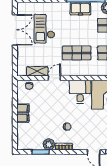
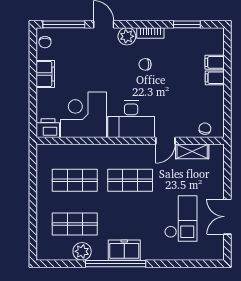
double door: (15, 30) -> (227, 217), width x0.73
desk: (80, 92) -> (131, 119), width x1.37
filing cabinet: (23, 108) -> (215, 62), moved
plant: (49, 144) -> (127, 36), moved

